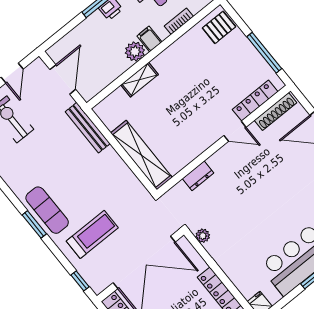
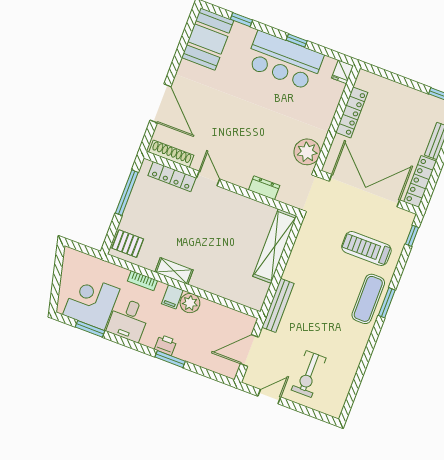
shelving: (139, 80) -> (174, 271), moved
plant: (203, 236) -> (307, 152), width x1.87, depth x1.87

